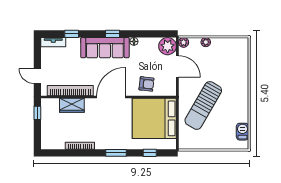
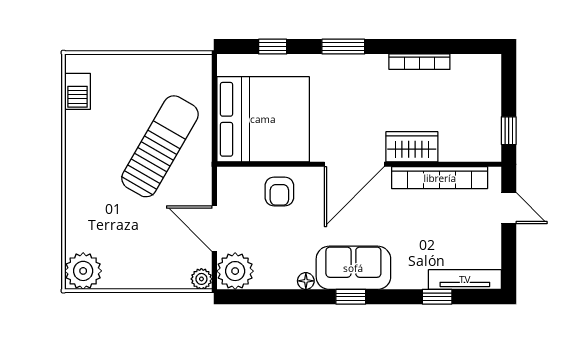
tv unit: (53, 42) -> (465, 279), width x1.41
plant: (206, 42) -> (83, 271), moved, width x1.88, depth x1.88
sofa: (105, 48) -> (353, 268), width x0.73
armchair: (146, 84) -> (279, 192), turned -97
wardrobe: (72, 105) -> (412, 147), moved

